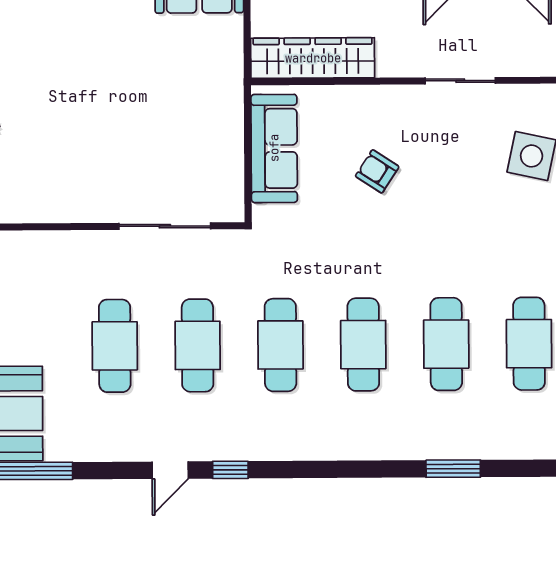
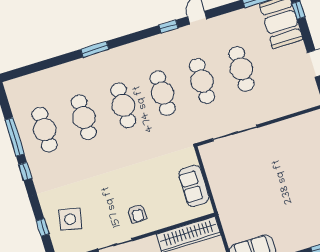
sofa: (274, 148) -> (194, 186), width x0.73
armchair: (377, 171) -> (137, 213), moved, turned 57
window: (453, 469) -> (95, 49), moved

